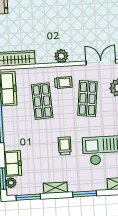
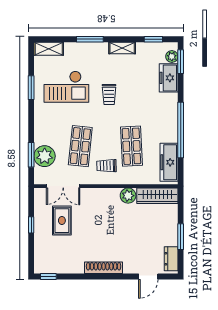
rug: (100, 32) -> (62, 221), added
plant: (61, 56) -> (128, 196), moved
window: (28, 197) -> (153, 39), width x0.67

